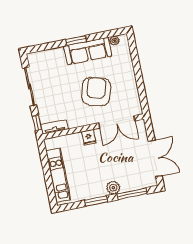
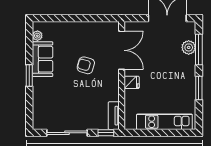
sofa: (88, 51) -> (42, 59), width x0.73
armchair: (96, 91) -> (86, 65), width x0.53, depth x0.53
plant: (113, 188) -> (189, 47), moved

